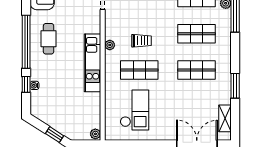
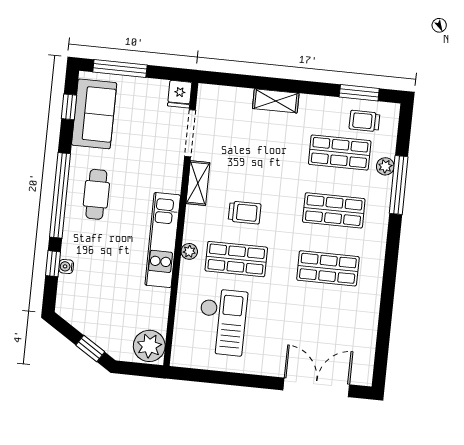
plant: (110, 45) -> (189, 251), moved
window: (235, 86) -> (387, 300), removed
shelving: (225, 118) -> (198, 183), moved
plant: (95, 134) -> (149, 346), width x1.87, depth x1.87

